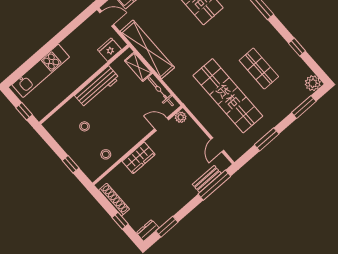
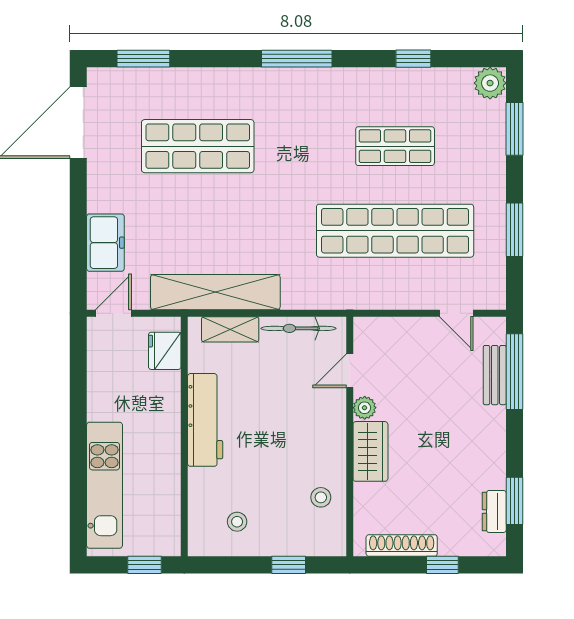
plant: (181, 117) -> (365, 408), moved
stool: (84, 126) -> (237, 522), moved
dresser: (148, 230) -> (494, 511), moved

